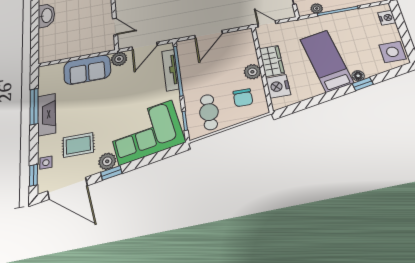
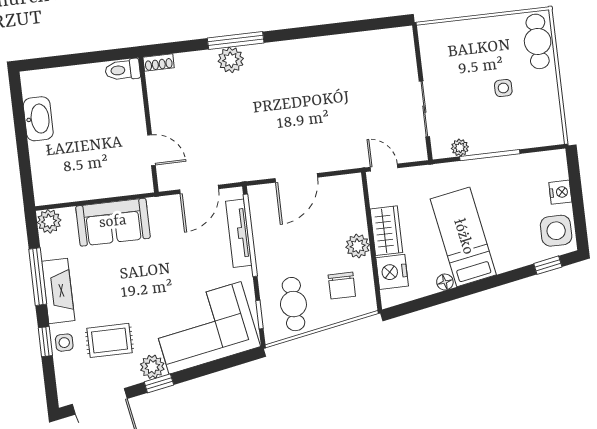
nightstand: (387, 18) -> (560, 192), moved
plant: (119, 59) -> (49, 221), moved
floor lamp: (358, 76) -> (445, 282), moved
window: (363, 84) -> (548, 265), moved
side table: (46, 163) -> (64, 343), moved
window: (34, 175) -> (45, 342), moved

